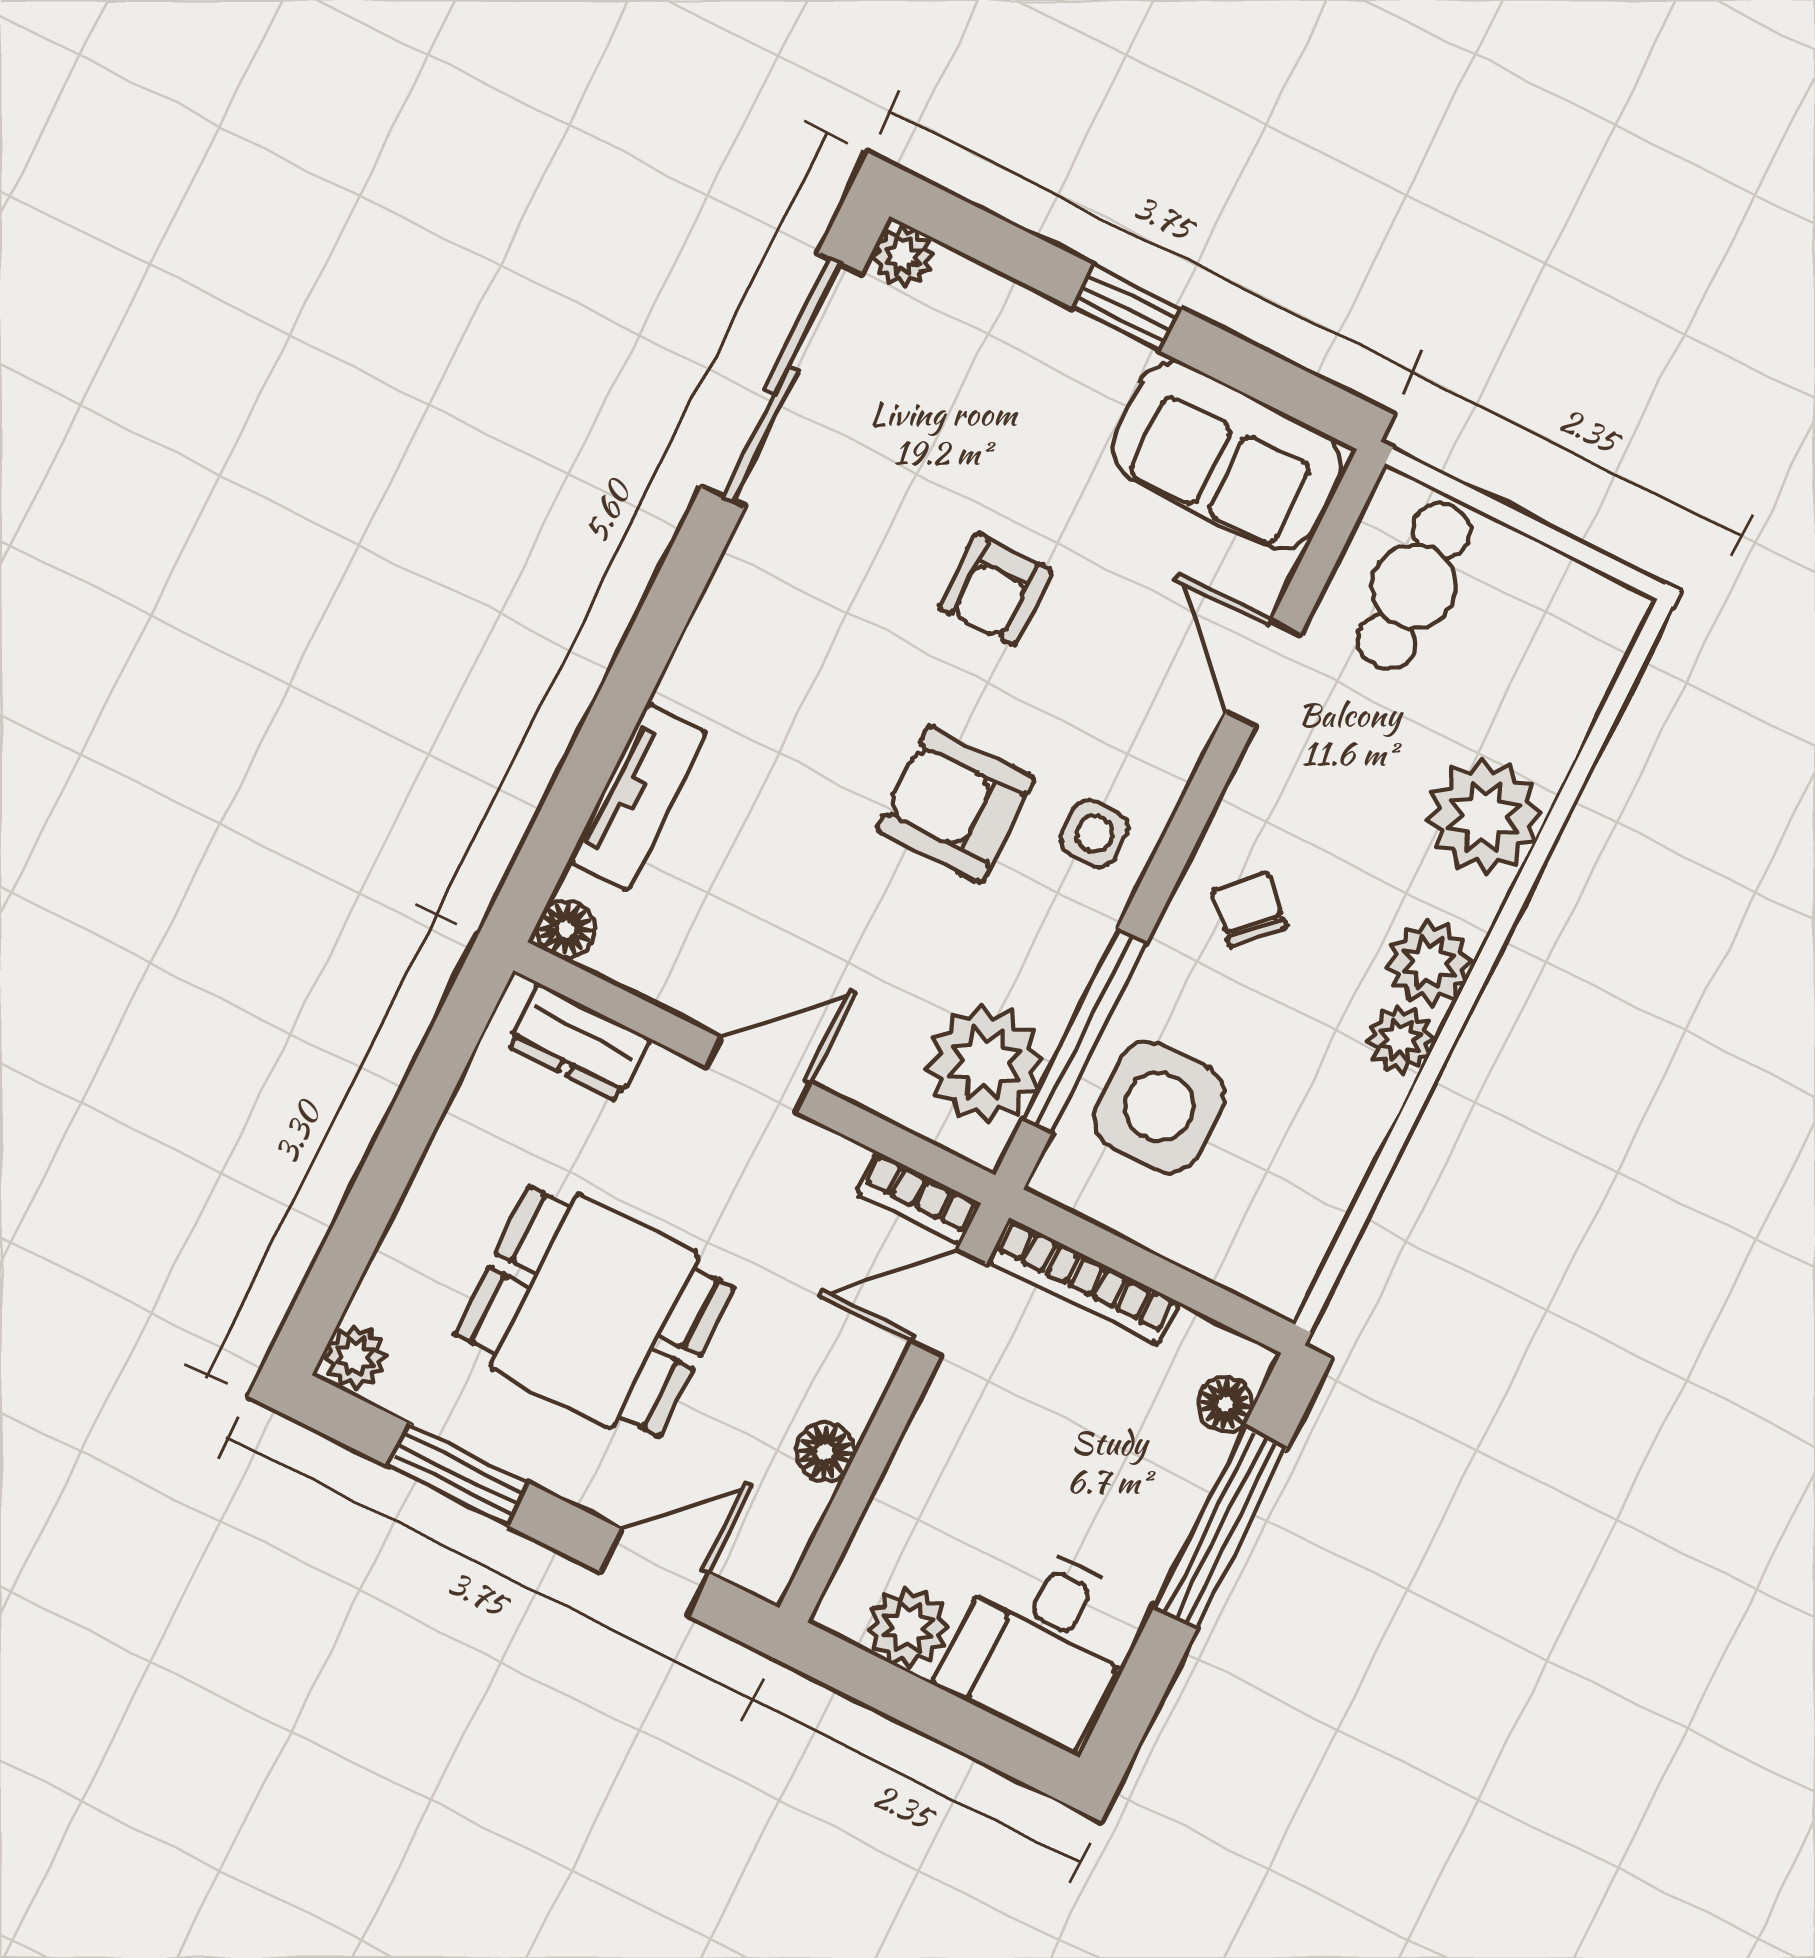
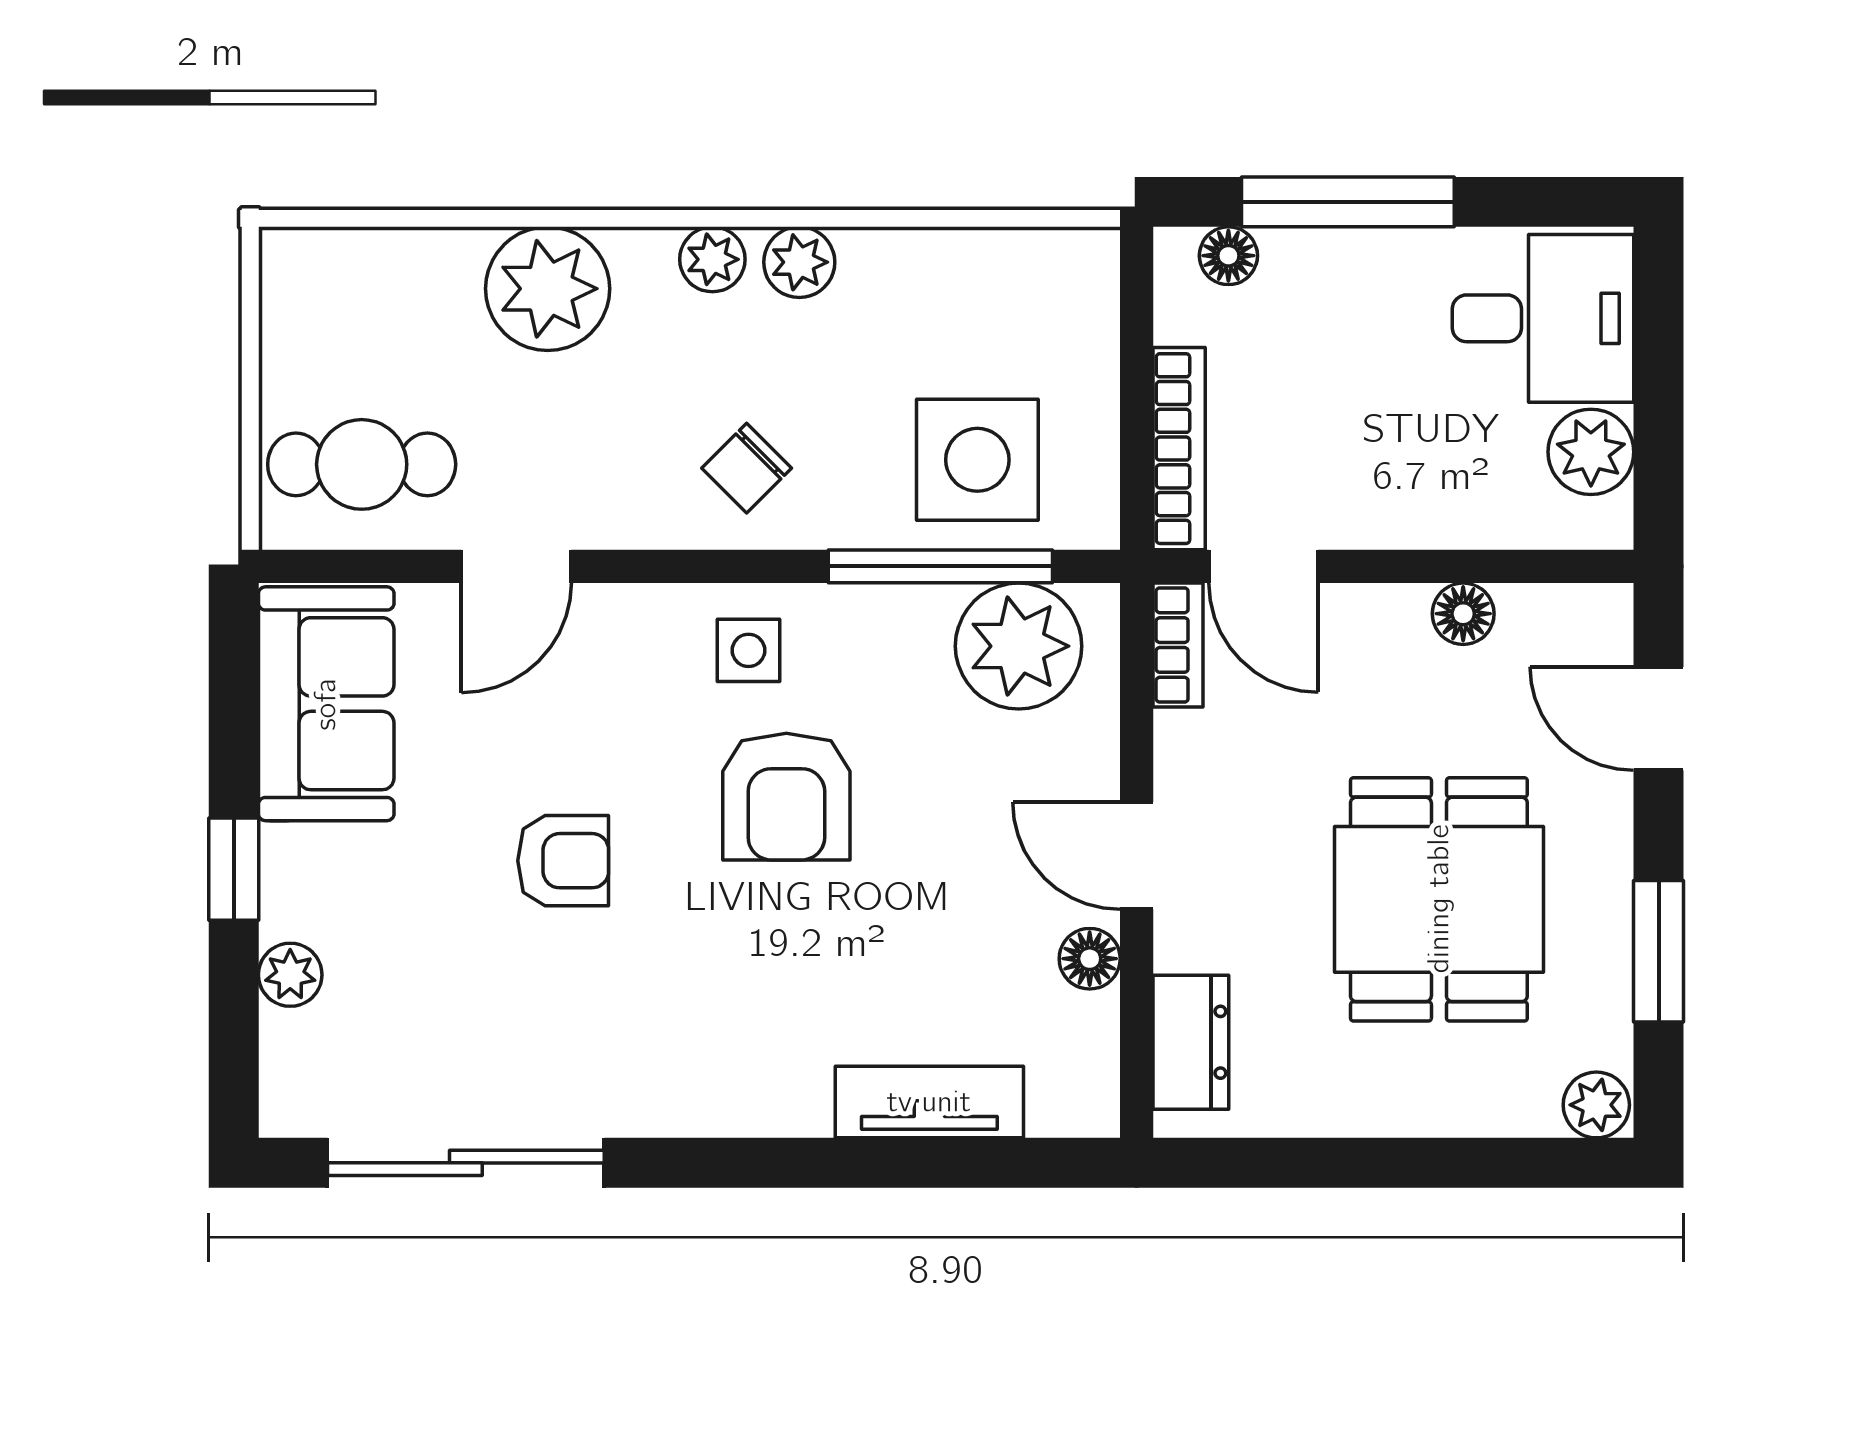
plant: (903, 256) -> (290, 975), moved
floor lamp: (566, 929) -> (1090, 959), moved
plant: (1429, 963) -> (712, 259), width x0.73, depth x0.73

